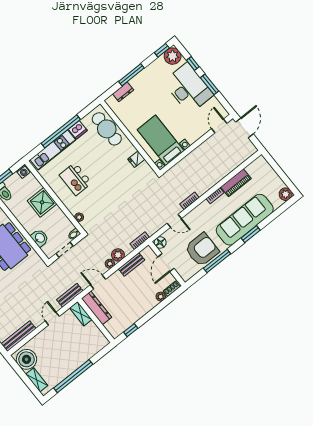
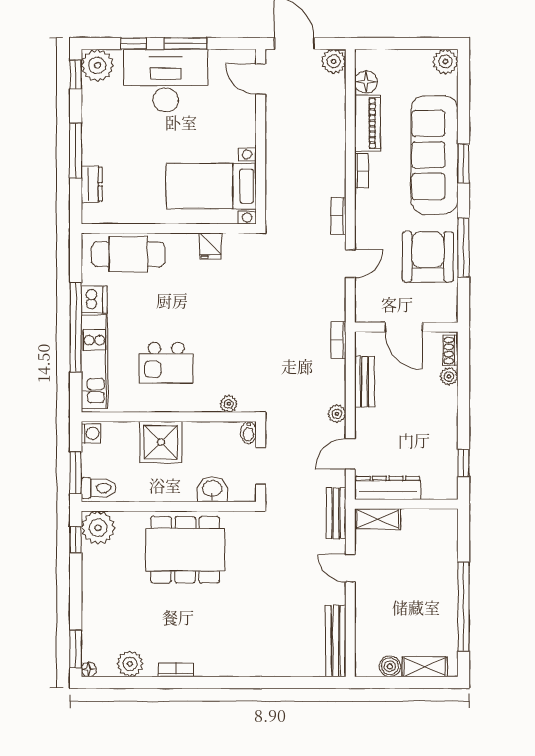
floor lamp: (160, 242) -> (366, 82), moved
plant: (118, 255) -> (334, 61), moved
boiler: (26, 359) -> (390, 666), width x0.54, depth x0.54

